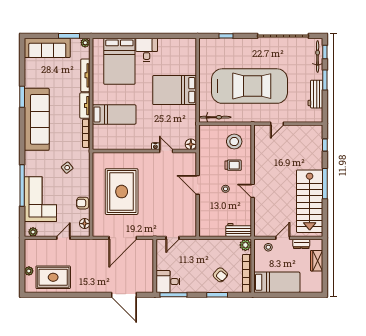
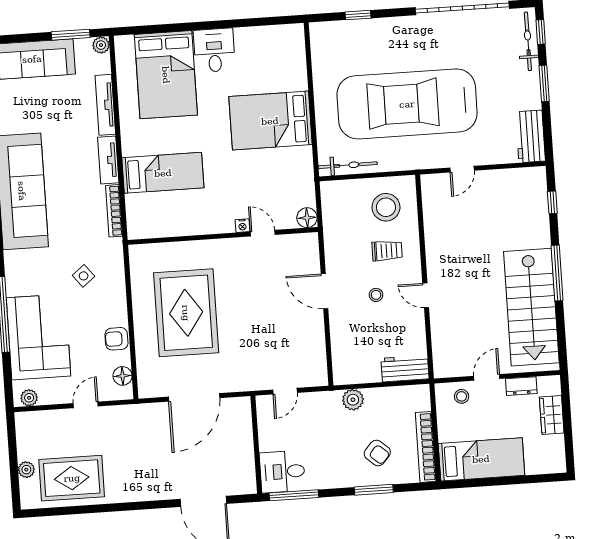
car: (249, 86) -> (407, 104), turned 180
workbench: (315, 94) -> (530, 136), moved
plant: (245, 245) -> (353, 400), moved

